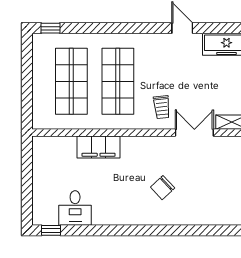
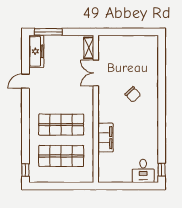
trolley: (162, 107) -> (79, 95), removed
desk: (75, 208) -> (143, 171), moved, turned 90

